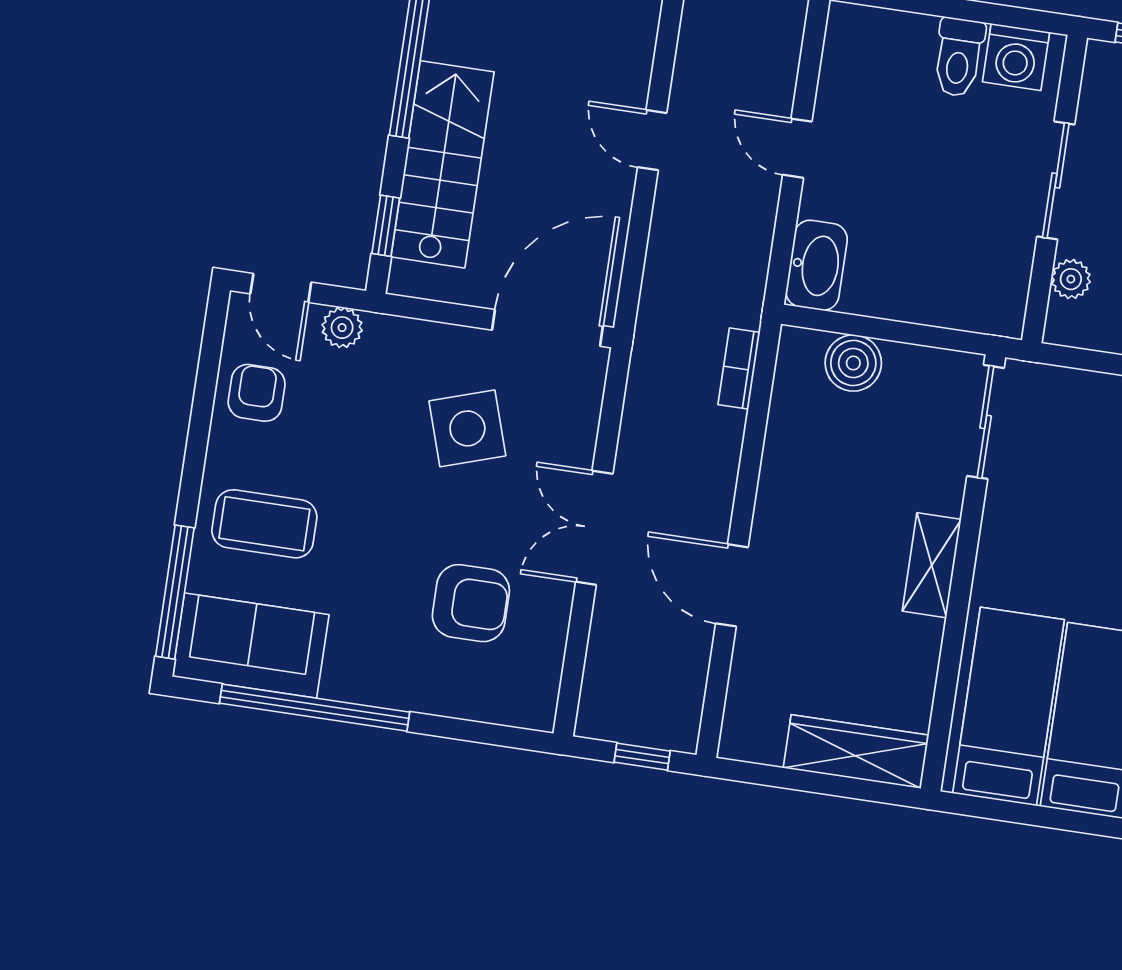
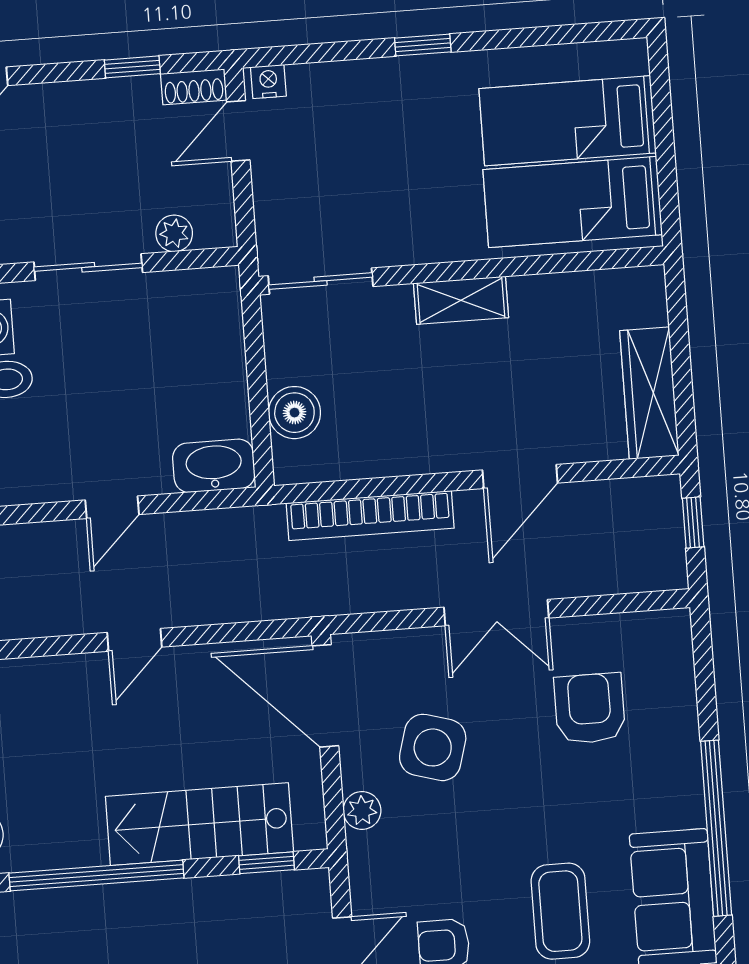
plant: (342, 328) -> (362, 810), moved
bookcase: (739, 368) -> (370, 516), width x2.31, depth x1.31
side table: (467, 428) -> (433, 747), turned 34
wardrobe: (856, 752) -> (649, 393), moved

